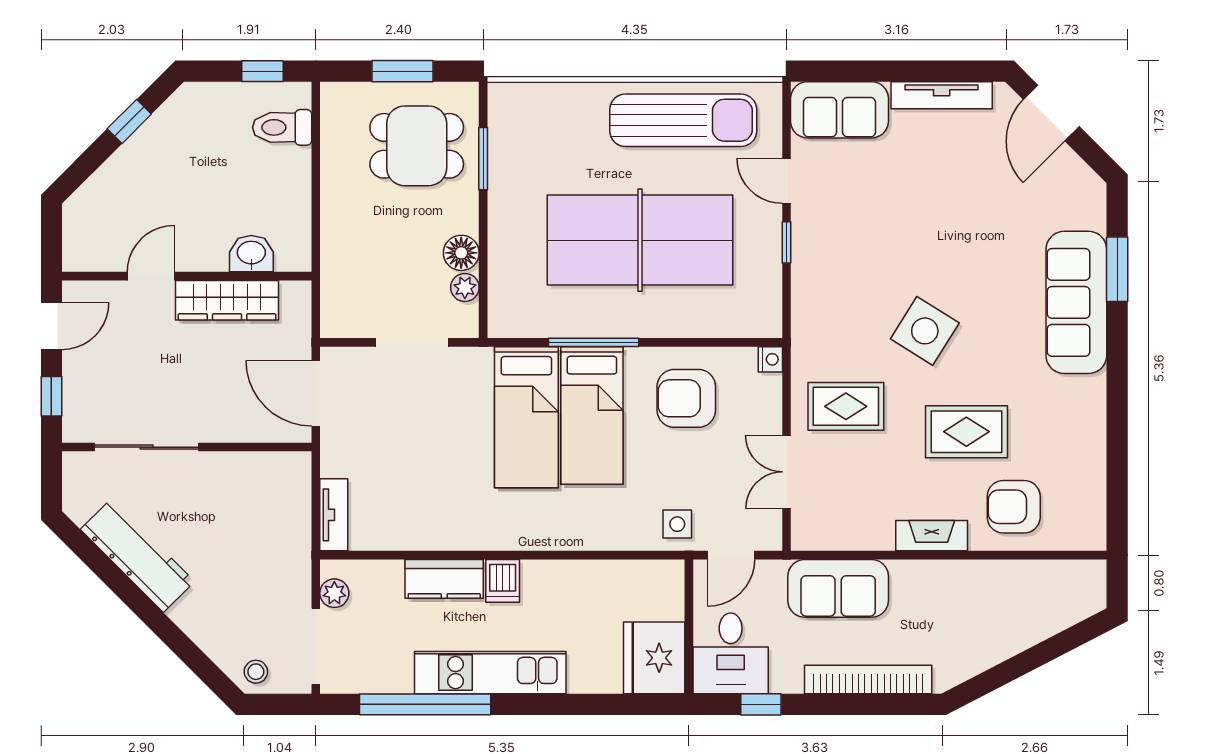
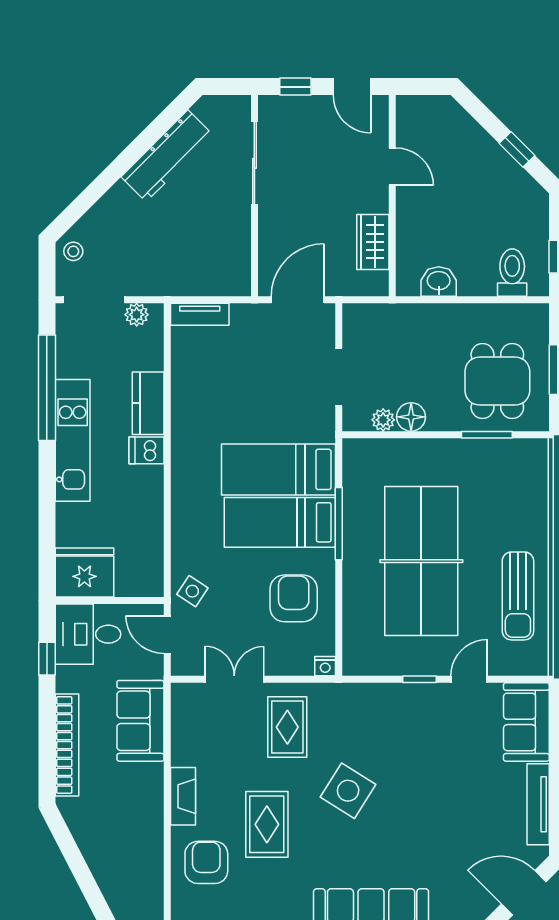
sun lounger: (683, 120) -> (518, 596), width x0.73, depth x0.75
washbasin: (251, 254) -> (439, 281), moved, turned -90
wardrobe: (227, 300) -> (373, 242), width x0.67
side table: (677, 524) -> (192, 591), turned 33

